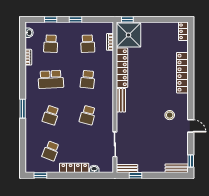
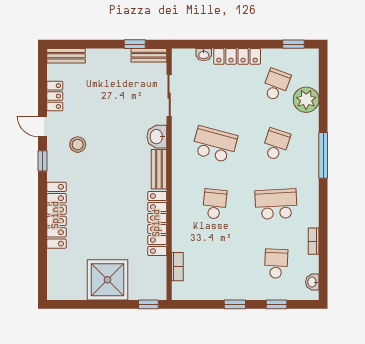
locker: (183, 31) -> (55, 96), moved
shower: (128, 35) -> (107, 280), moved
school desk: (88, 44) -> (215, 264), removed
window: (23, 109) -> (323, 155), width x1.44
school desk: (88, 115) -> (215, 144), width x1.85
washbasin: (122, 120) -> (157, 137), added
plant: (33, 142) -> (306, 100), added
window: (191, 161) -> (43, 161), moved

